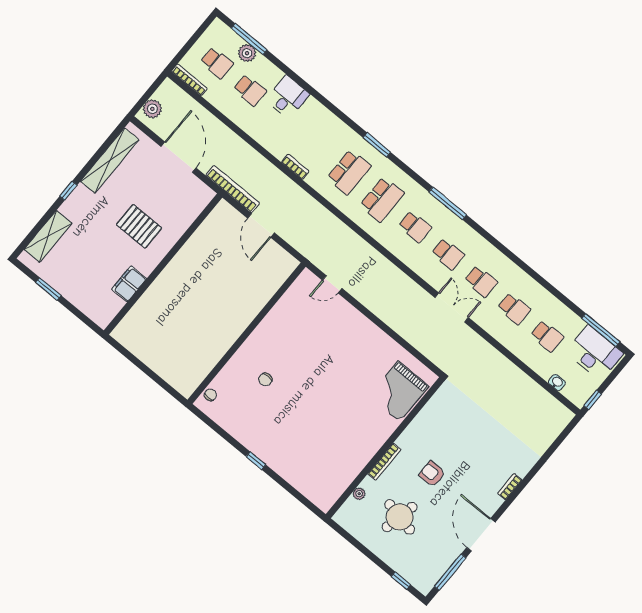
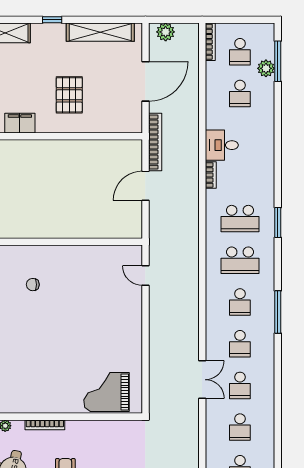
desk: (288, 97) -> (222, 145), moved, turned 180

